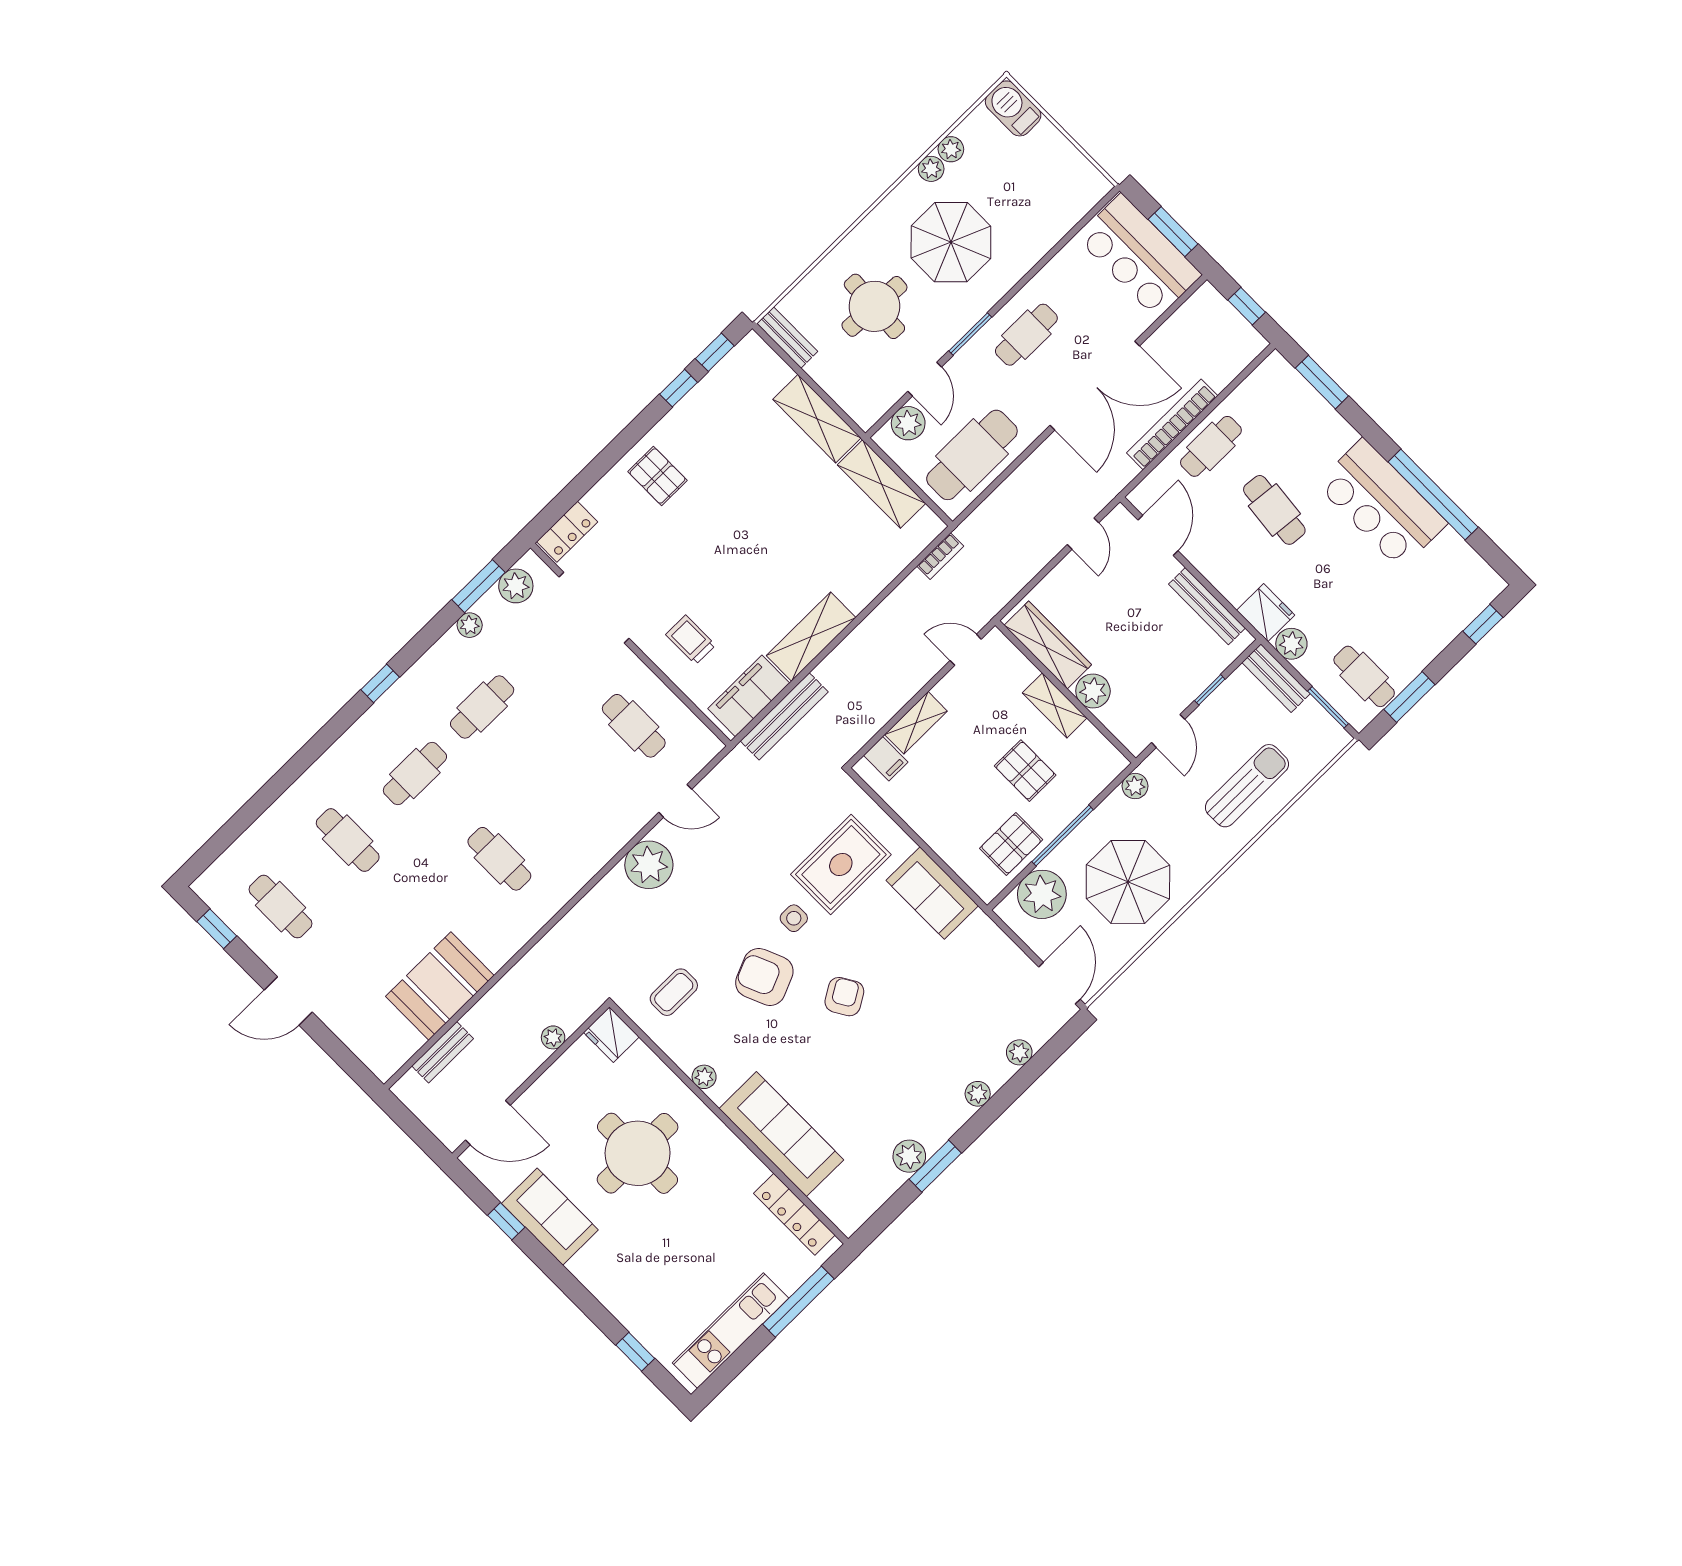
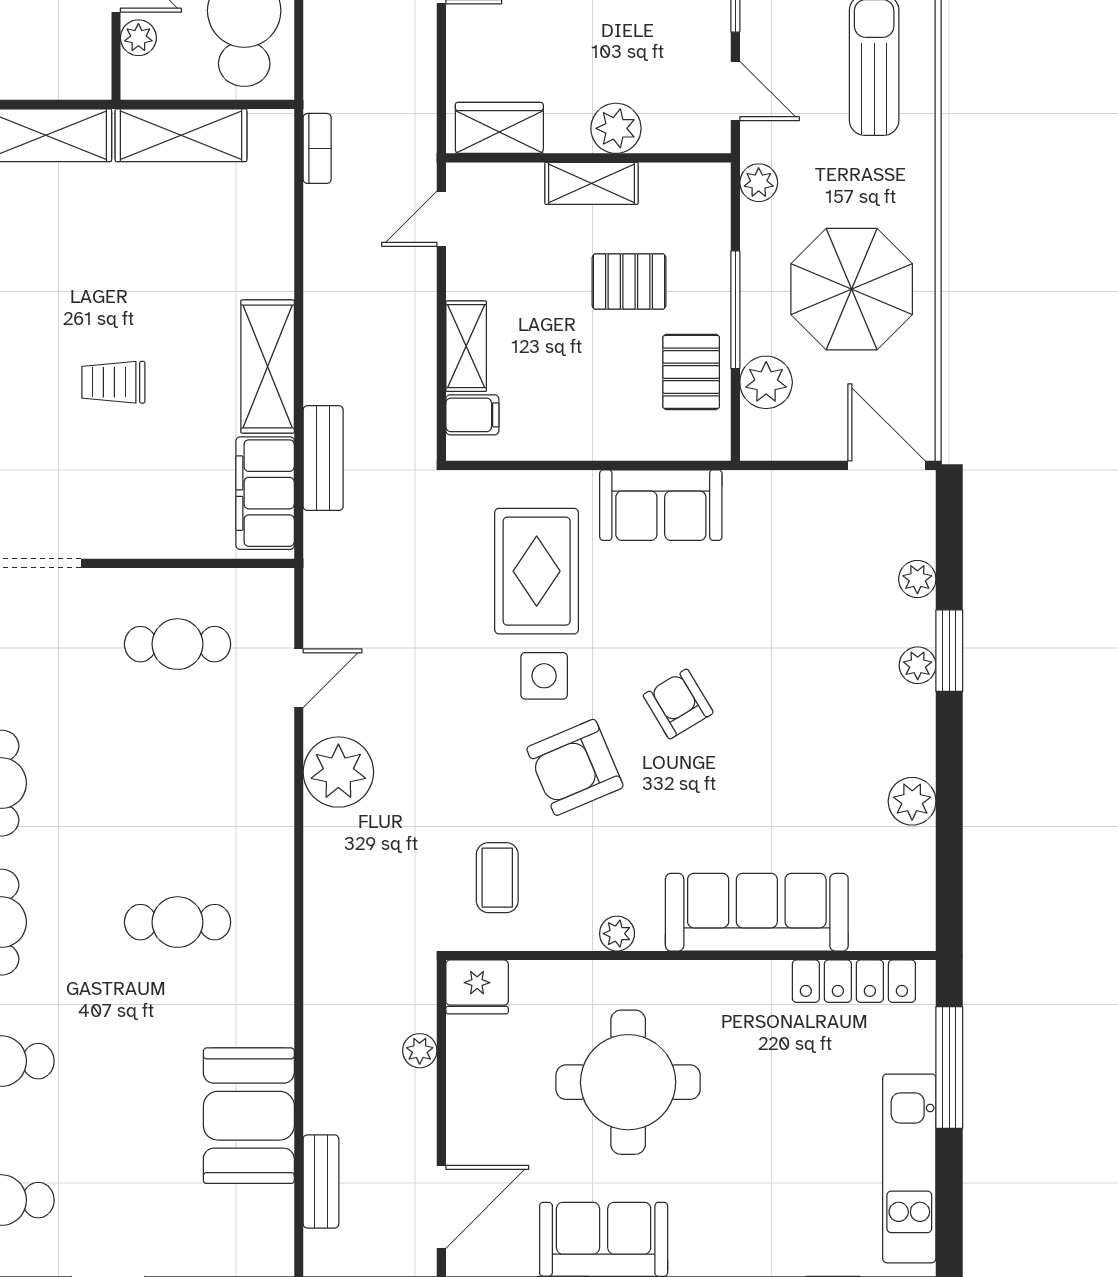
plant: (908, 423) -> (138, 38), width x0.73, depth x0.73
trolley: (691, 640) -> (113, 382), moved
wardrobe: (1048, 645) -> (499, 128), width x0.67
bench: (784, 716) -> (323, 458), width x0.73
plant: (1042, 894) -> (766, 382), width x0.73, depth x0.73
side table: (794, 918) -> (544, 676), width x1.37, depth x1.37
window: (935, 1166) -> (949, 651), moved

